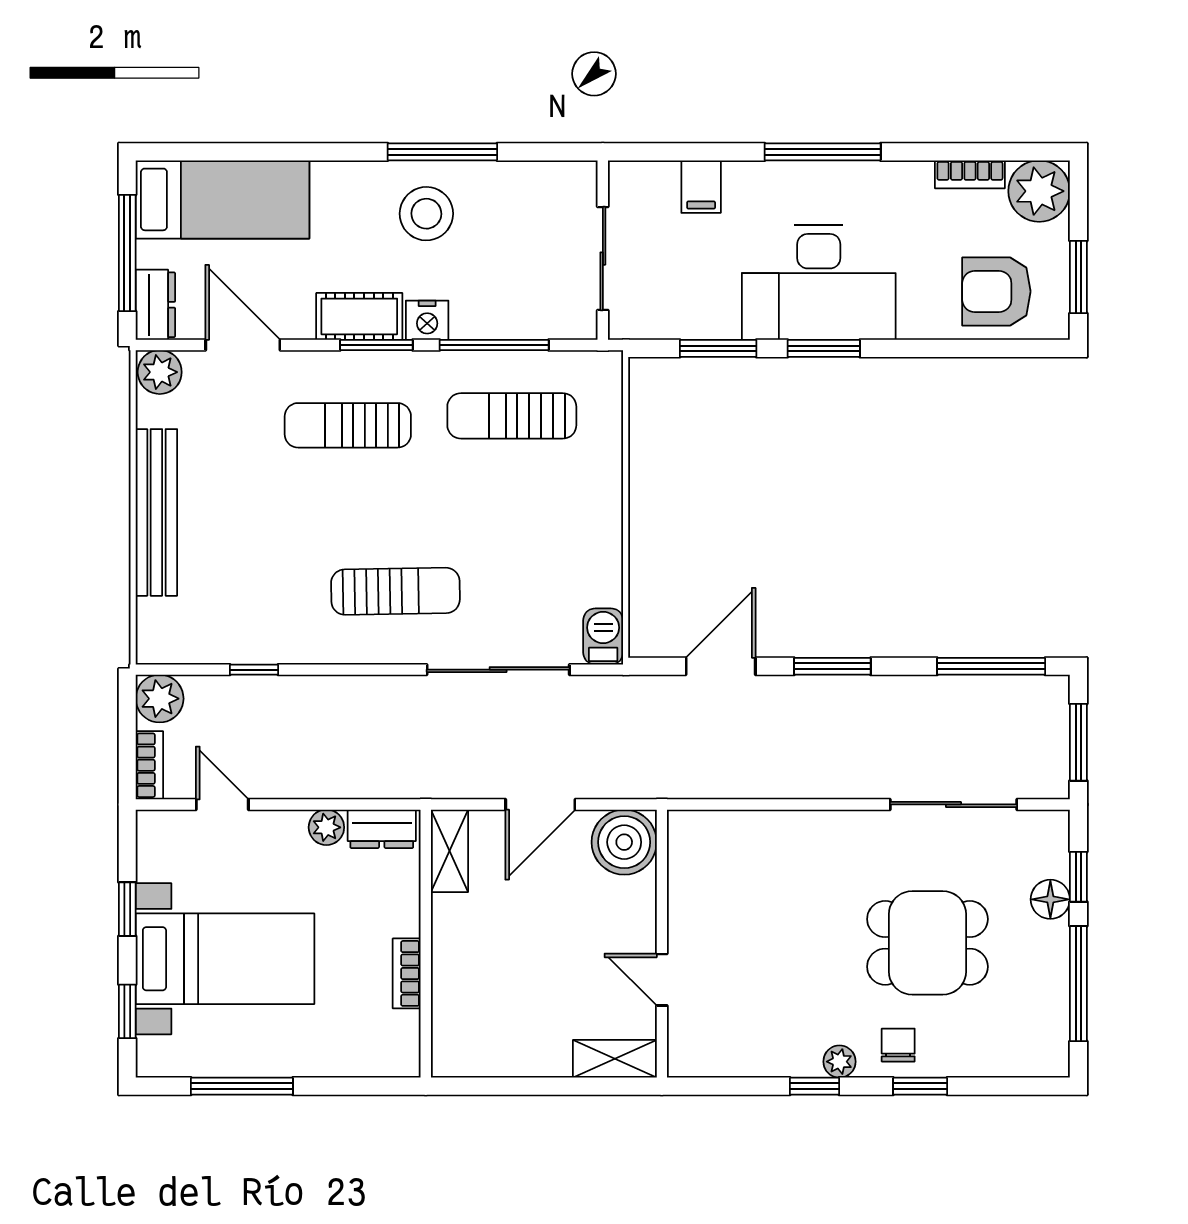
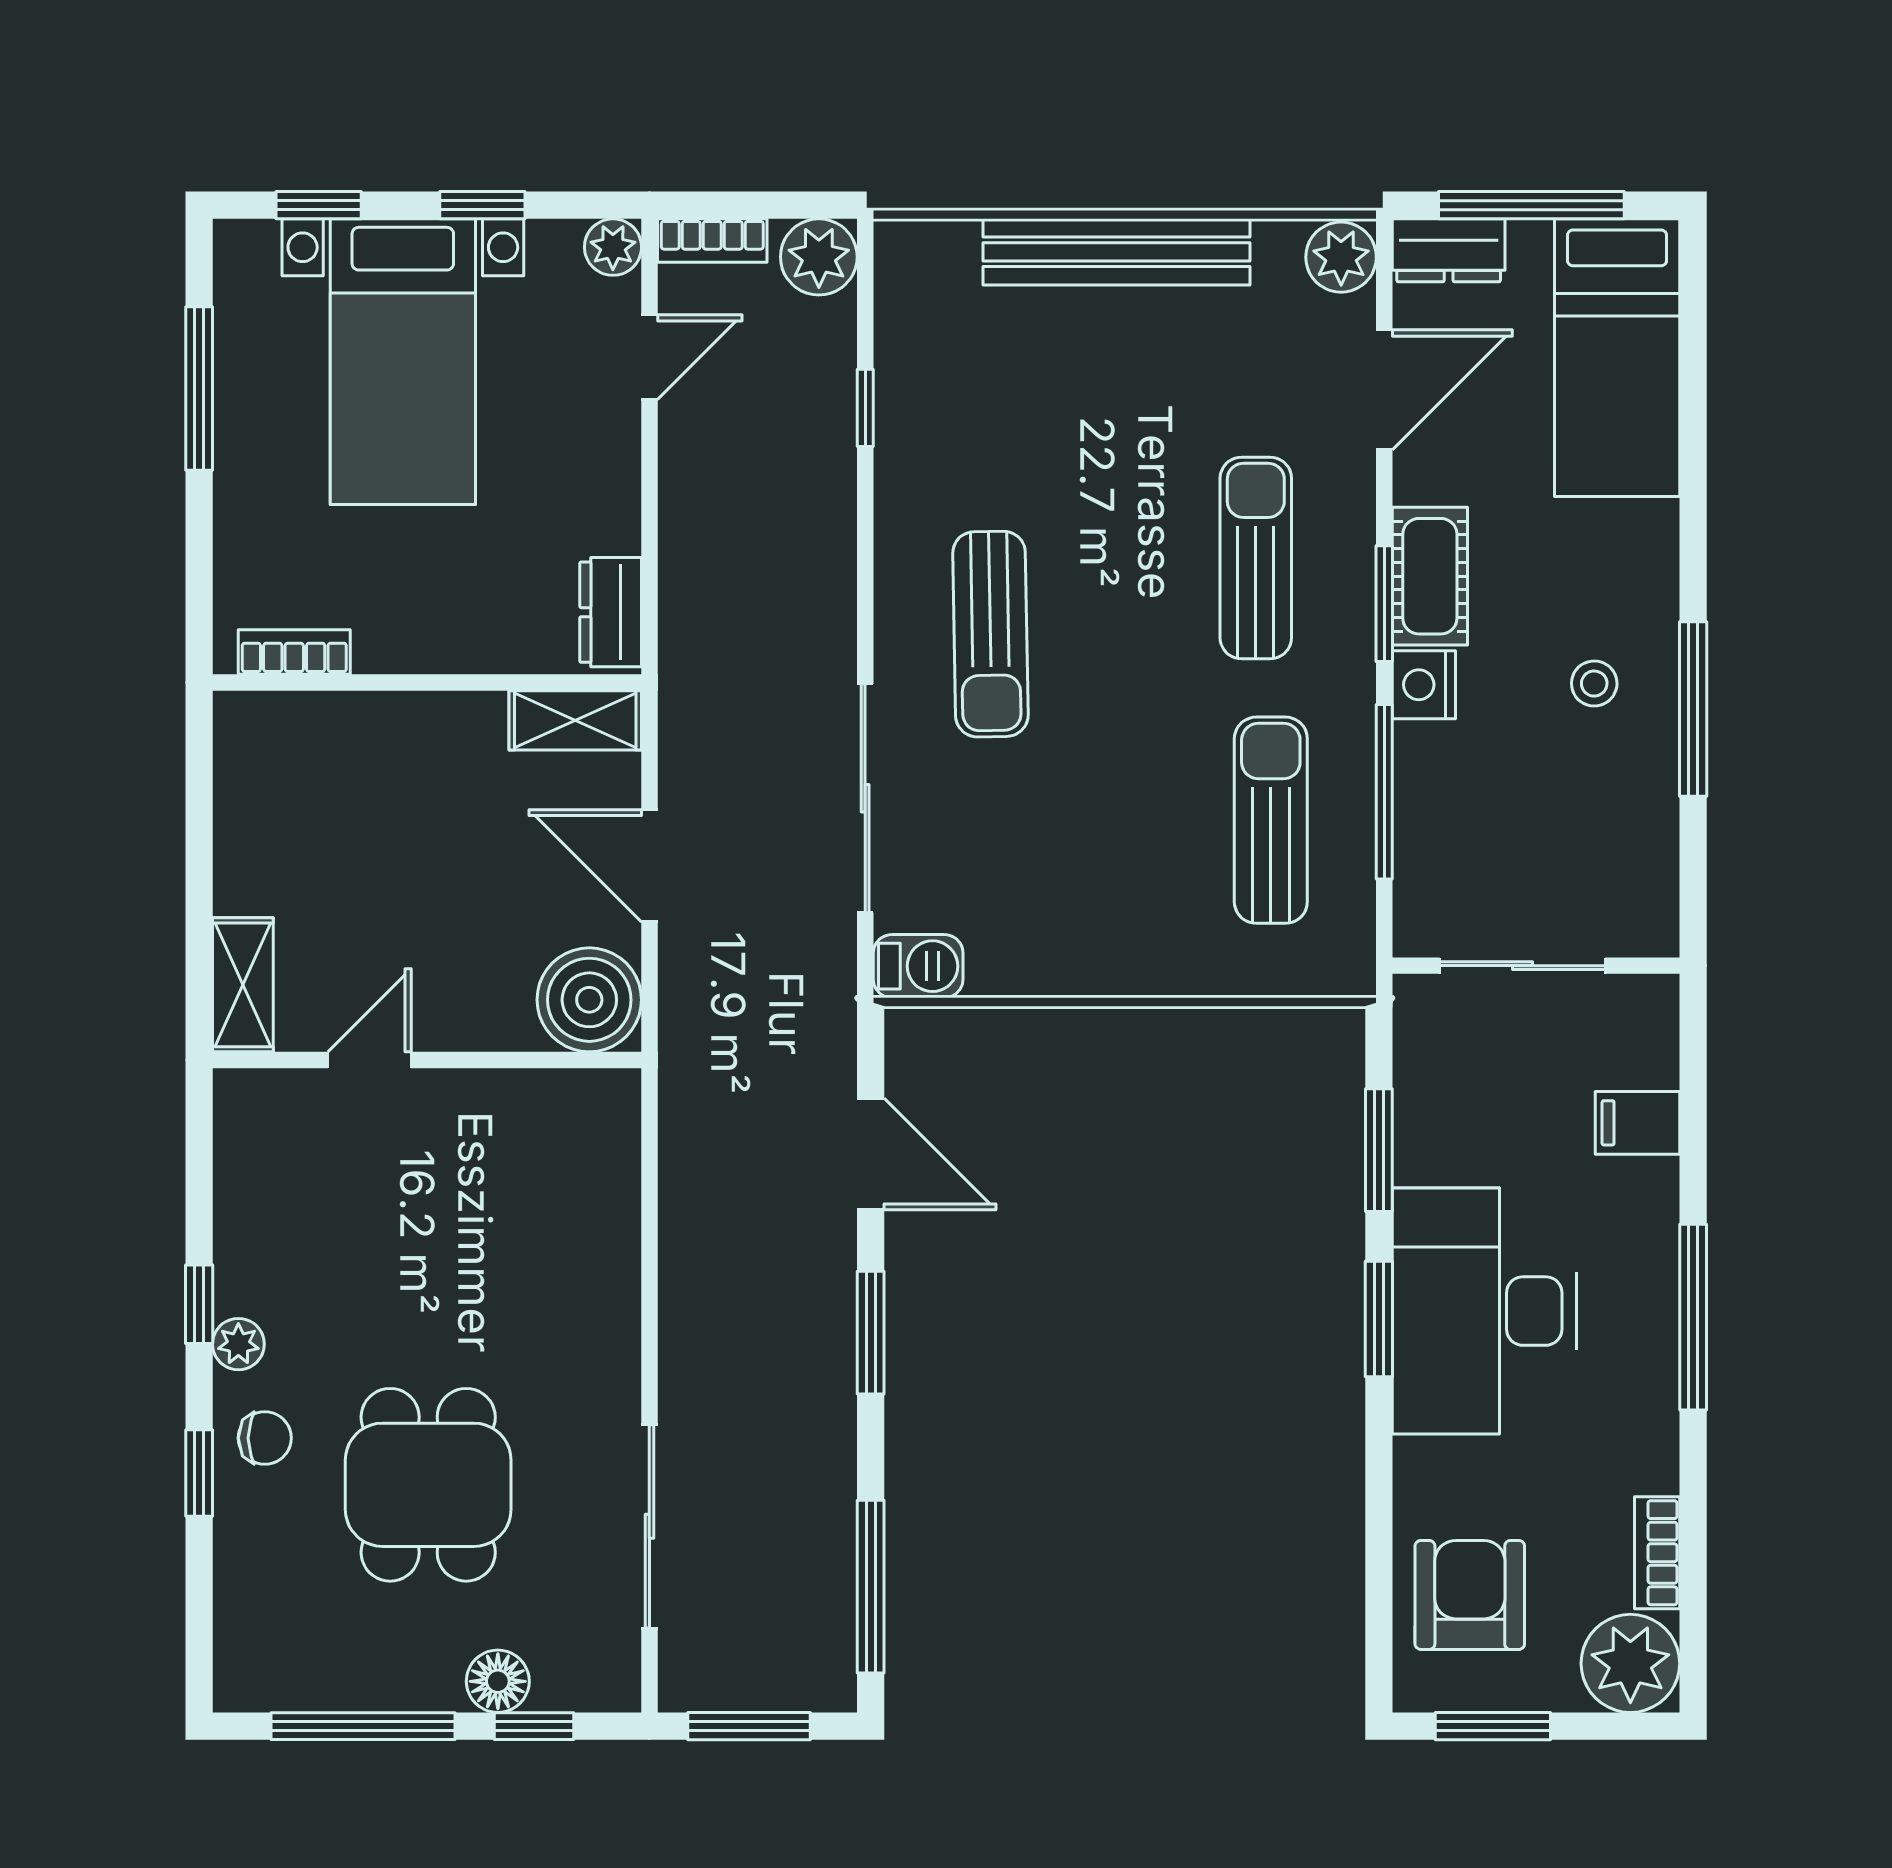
stool: (426, 214) -> (1594, 684), width x0.53, depth x0.53
plant: (326, 827) -> (613, 247), moved
bookcase: (407, 973) -> (294, 652), moved

